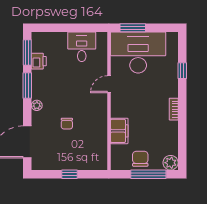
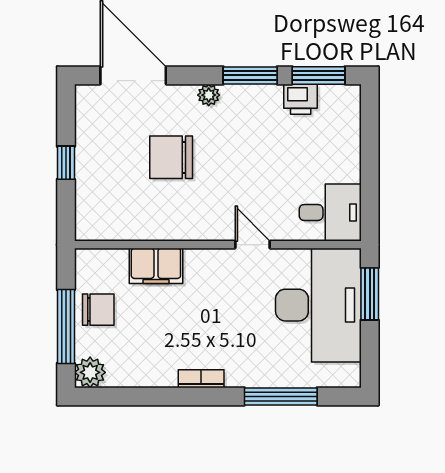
desk: (82, 47) -> (330, 212), moved
window: (182, 71) -> (281, 396), width x2.17
chair: (67, 124) -> (171, 157), width x1.87, depth x1.87

